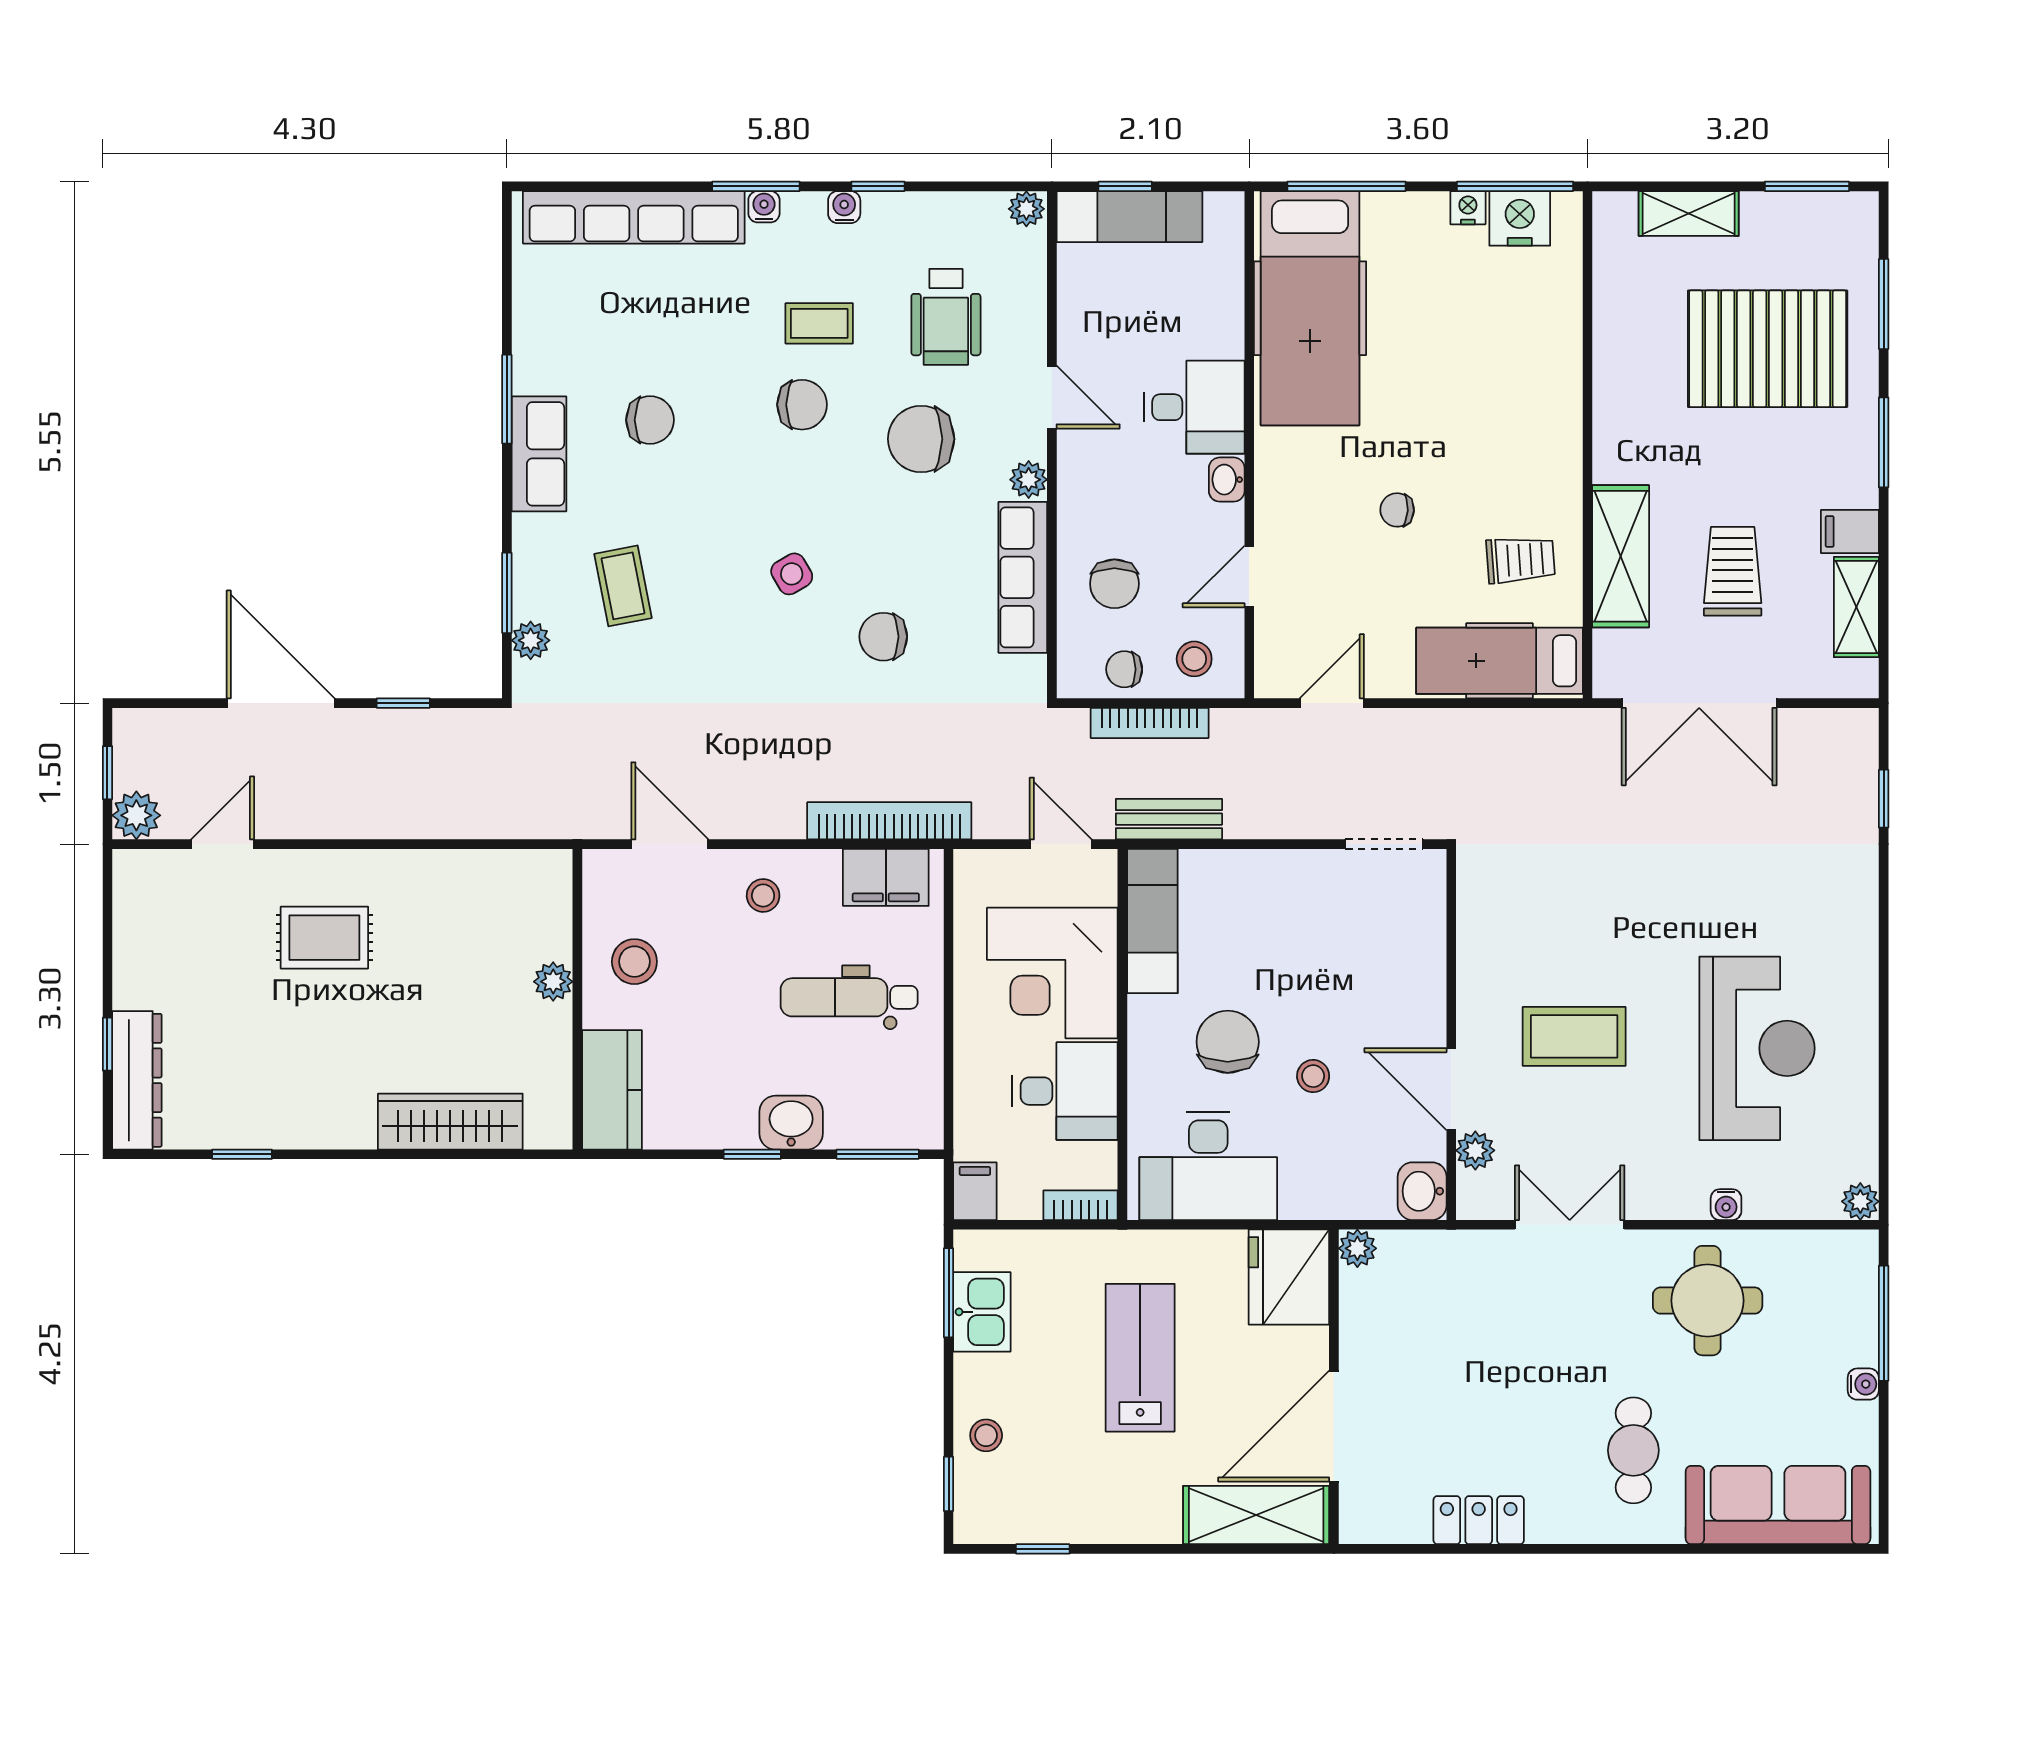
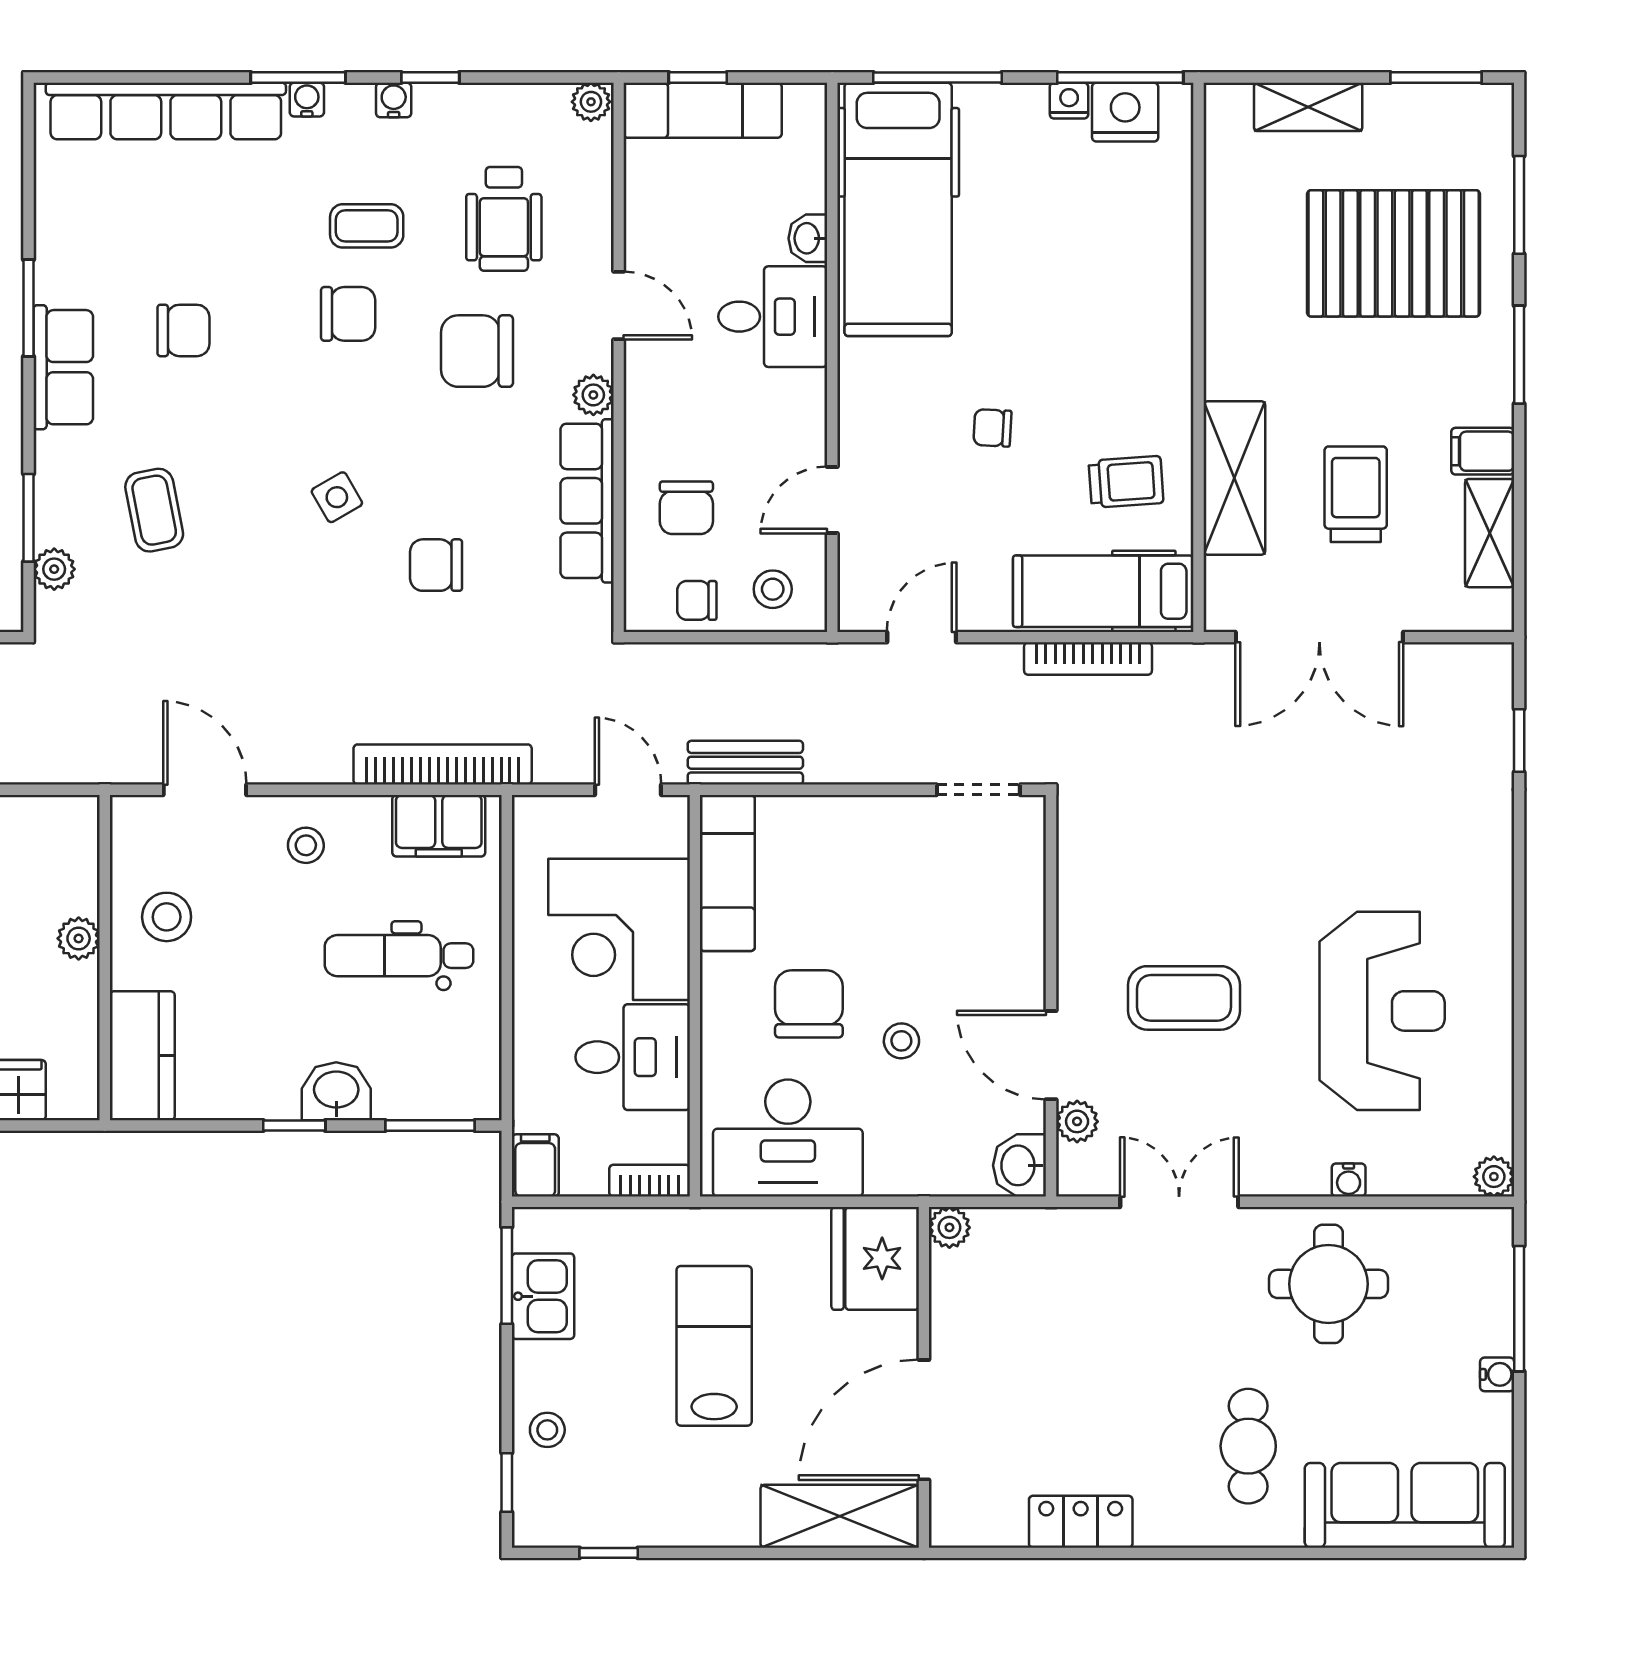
washbasin: (1227, 480) -> (808, 238), moved
bookcase: (1150, 723) -> (1088, 659), moved

